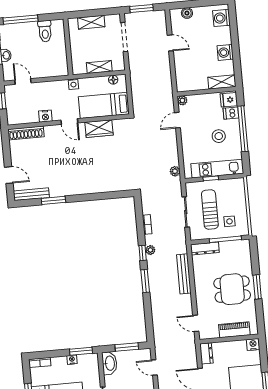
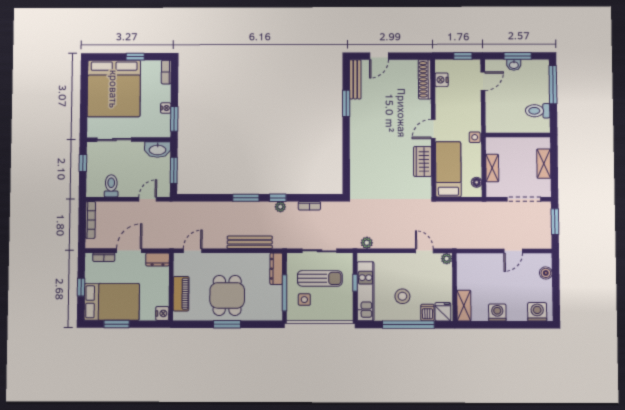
nightstand: (45, 116) -> (442, 80), moved

